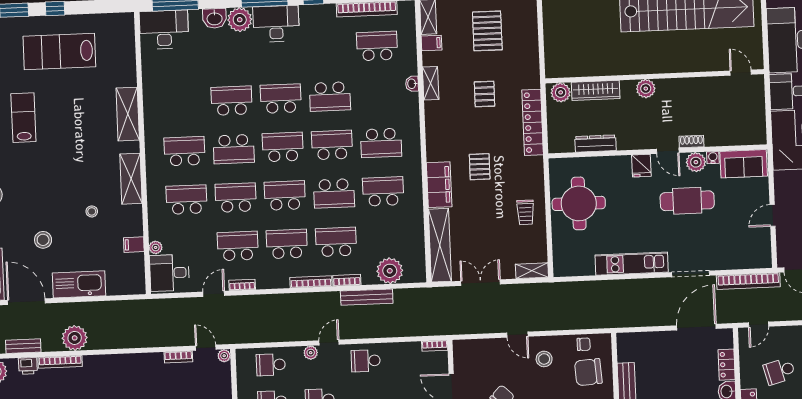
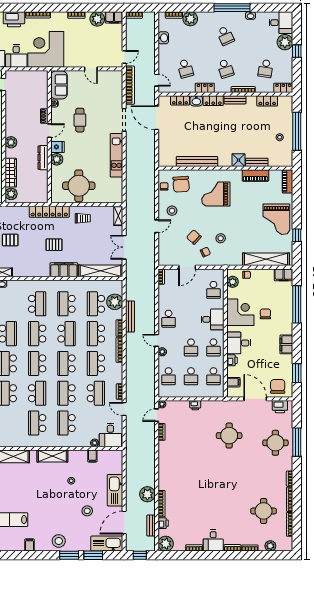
locker: (533, 122) -> (49, 212), moved
dresser: (595, 144) -> (43, 158), moved
plant: (696, 162) -> (57, 159), moved
cafe table: (687, 201) -> (80, 120), width x0.73, depth x0.74
school desk: (385, 240) -> (96, 304), added
school desk: (238, 246) -> (96, 393), turned 180

